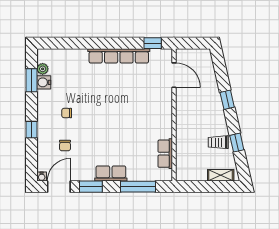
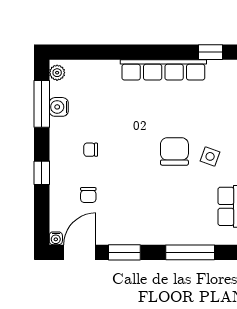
plant: (43, 69) -> (57, 73), moved
window: (32, 80) -> (42, 104), width x1.44
chair: (127, 114) -> (174, 151), added
side table: (152, 118) -> (210, 156), added
row of seats: (111, 173) -> (152, 234), removed

